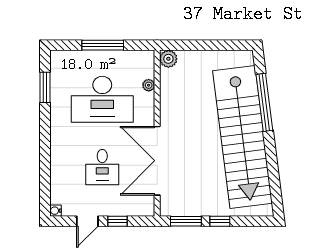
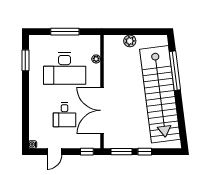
plant: (168, 59) -> (130, 41), moved
window: (118, 221) -> (87, 152), moved

